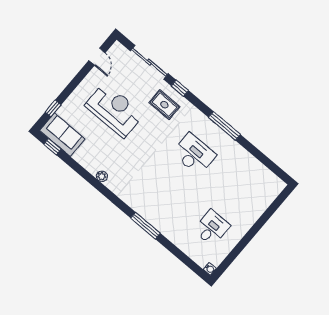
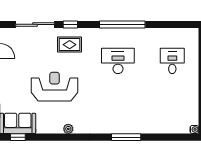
reception desk: (114, 110) -> (55, 87), moved
window: (224, 126) -> (122, 24), width x1.46
desk: (212, 228) -> (172, 61), moved

